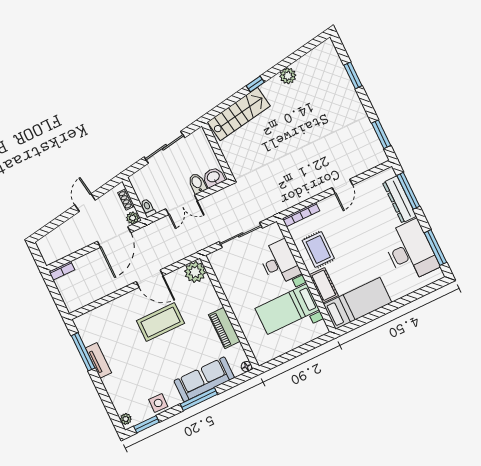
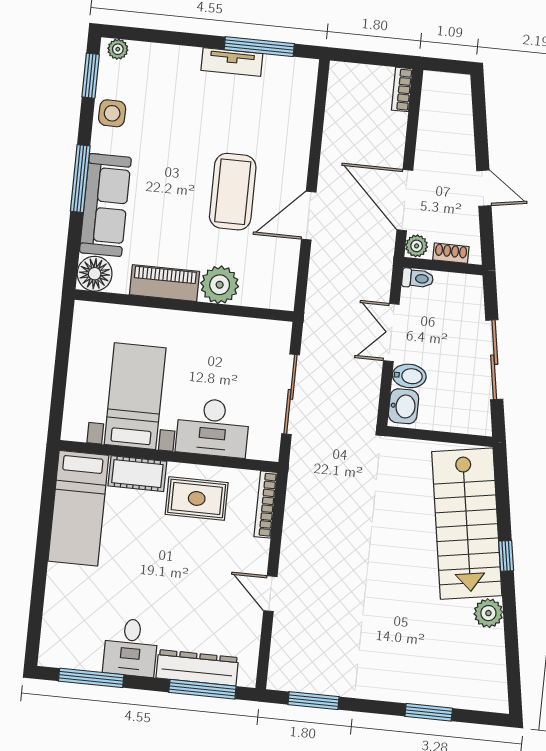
stairs: (239, 114) -> (467, 524), width x1.36, depth x1.51
desk: (410, 251) -> (131, 647), width x0.53, depth x0.77
plant: (195, 272) -> (220, 285), moved
floor lamp: (246, 367) -> (95, 274), width x1.89, depth x1.89

